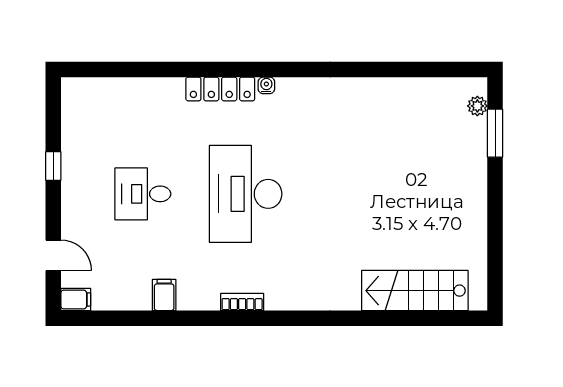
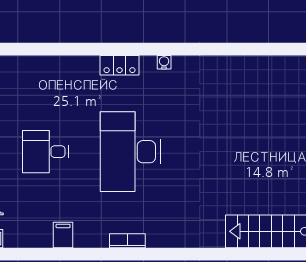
water cooler: (266, 85) -> (164, 62), moved
locker: (220, 89) -> (119, 65), width x0.66

